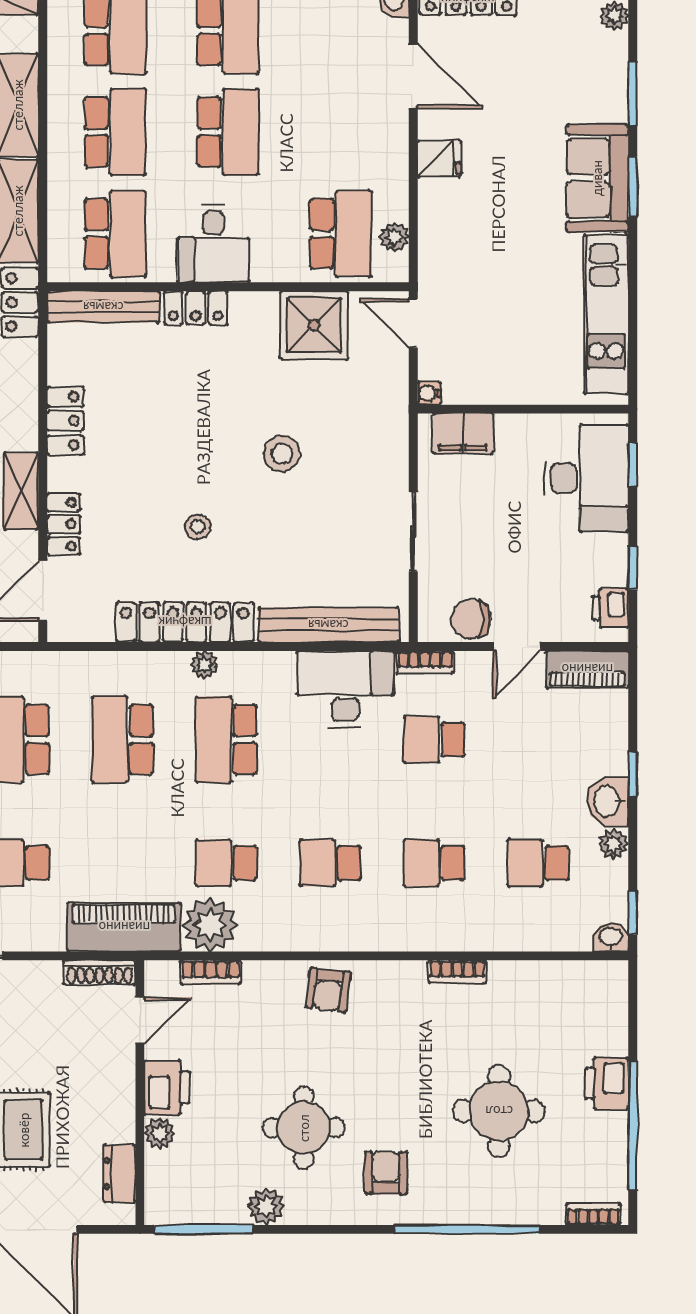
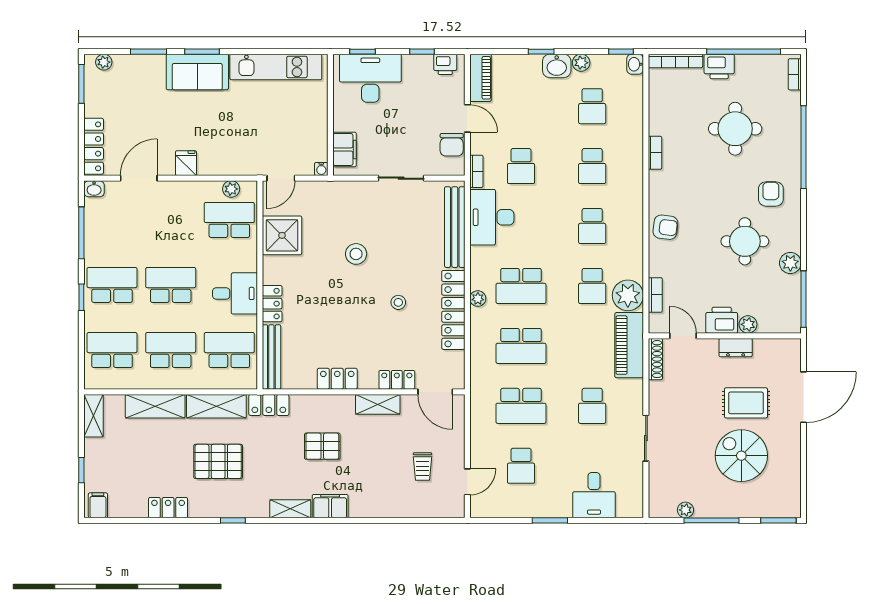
bookcase: (616, 1007) -> (675, 61), added
armchair: (386, 1173) -> (771, 194), turned 90
dresser: (119, 1174) -> (736, 348), moved

